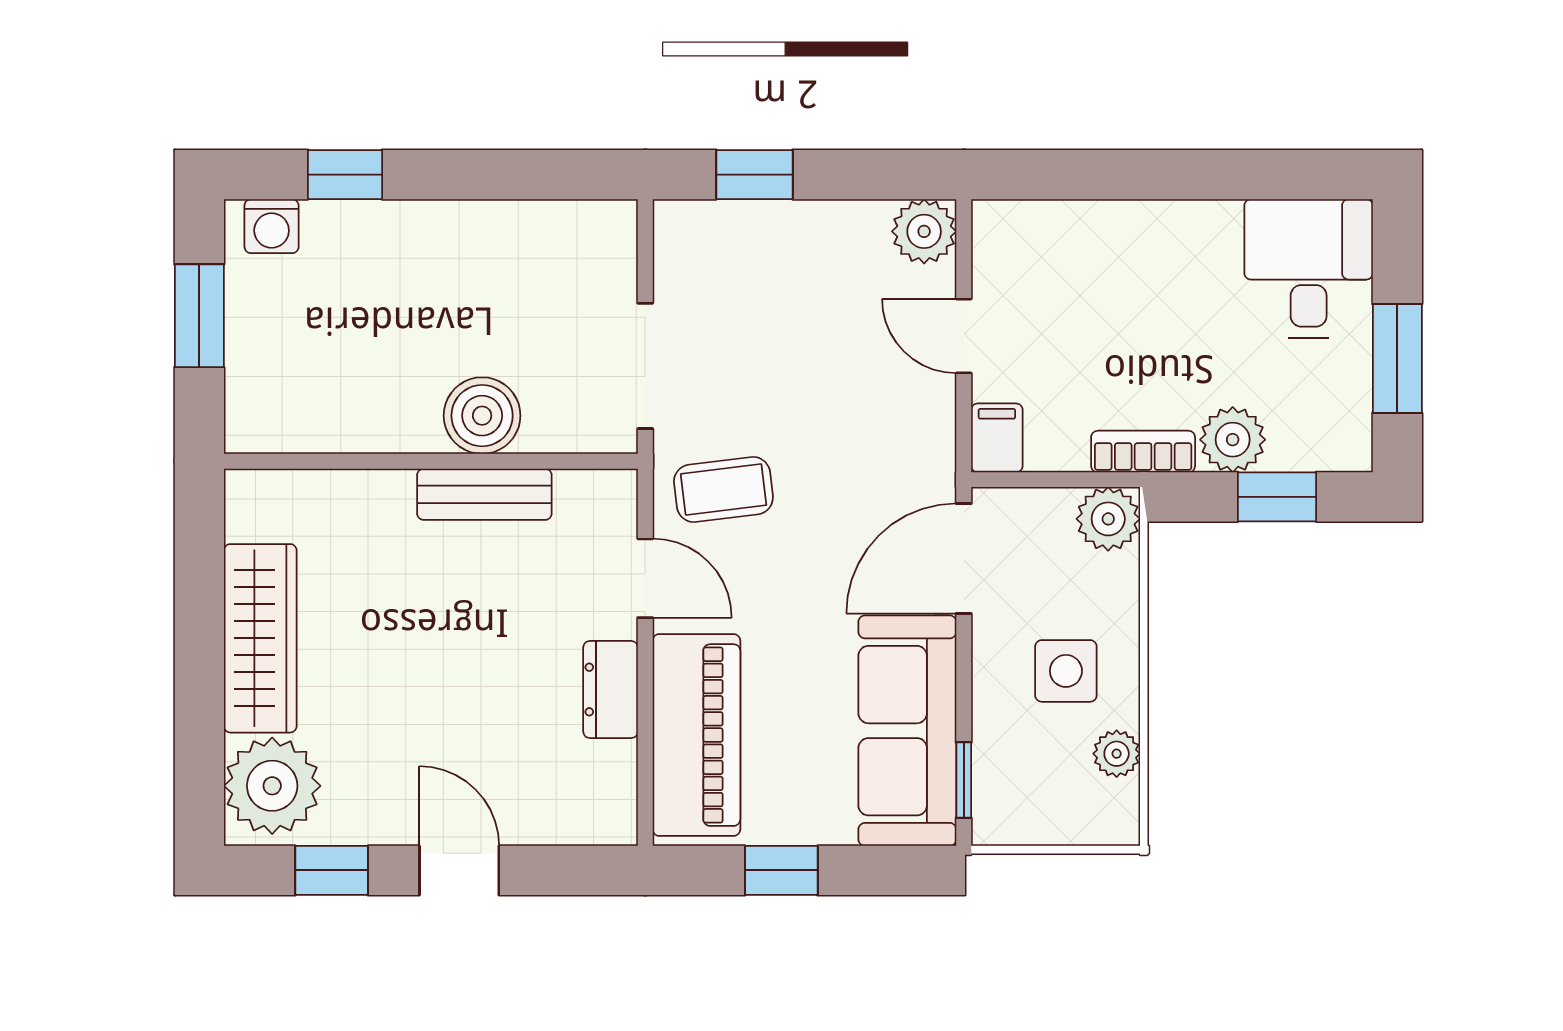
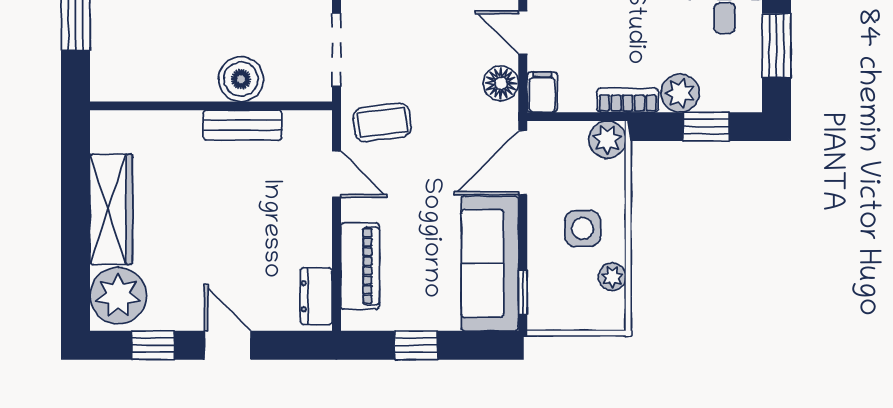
floor lamp: (926, 423) -> (501, 83), added
dresser: (611, 690) -> (316, 296), moved
piano: (696, 735) -> (360, 266), width x0.73, depth x0.75

